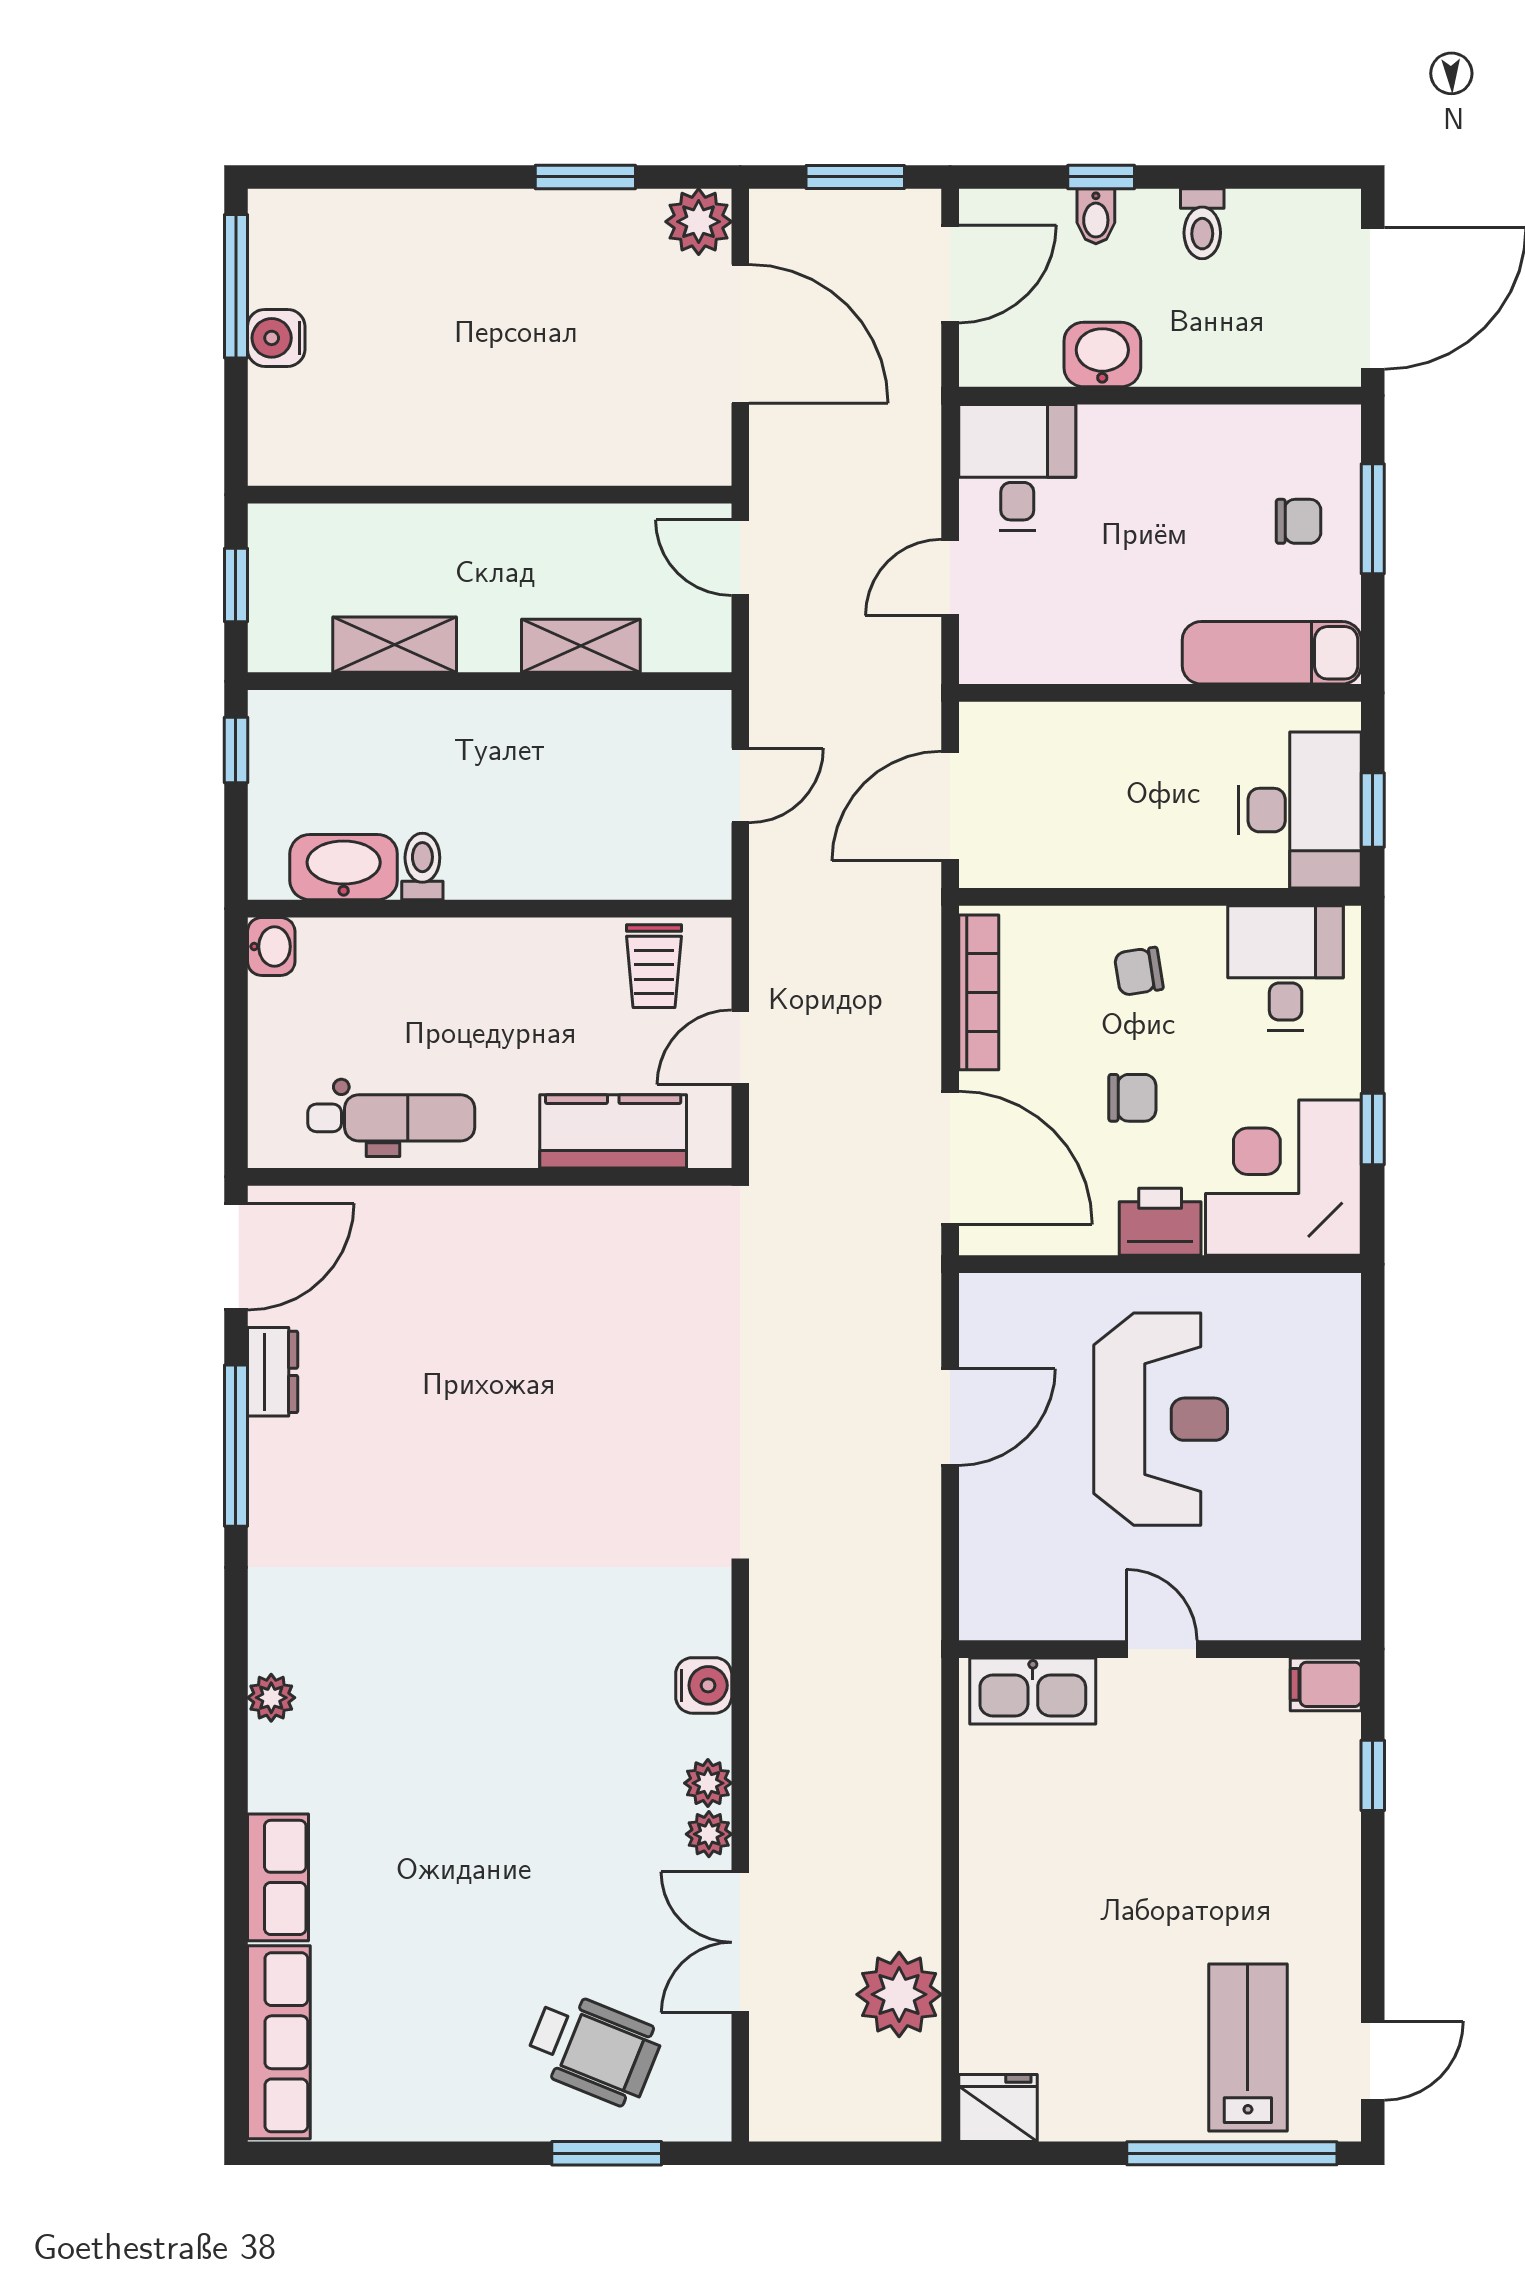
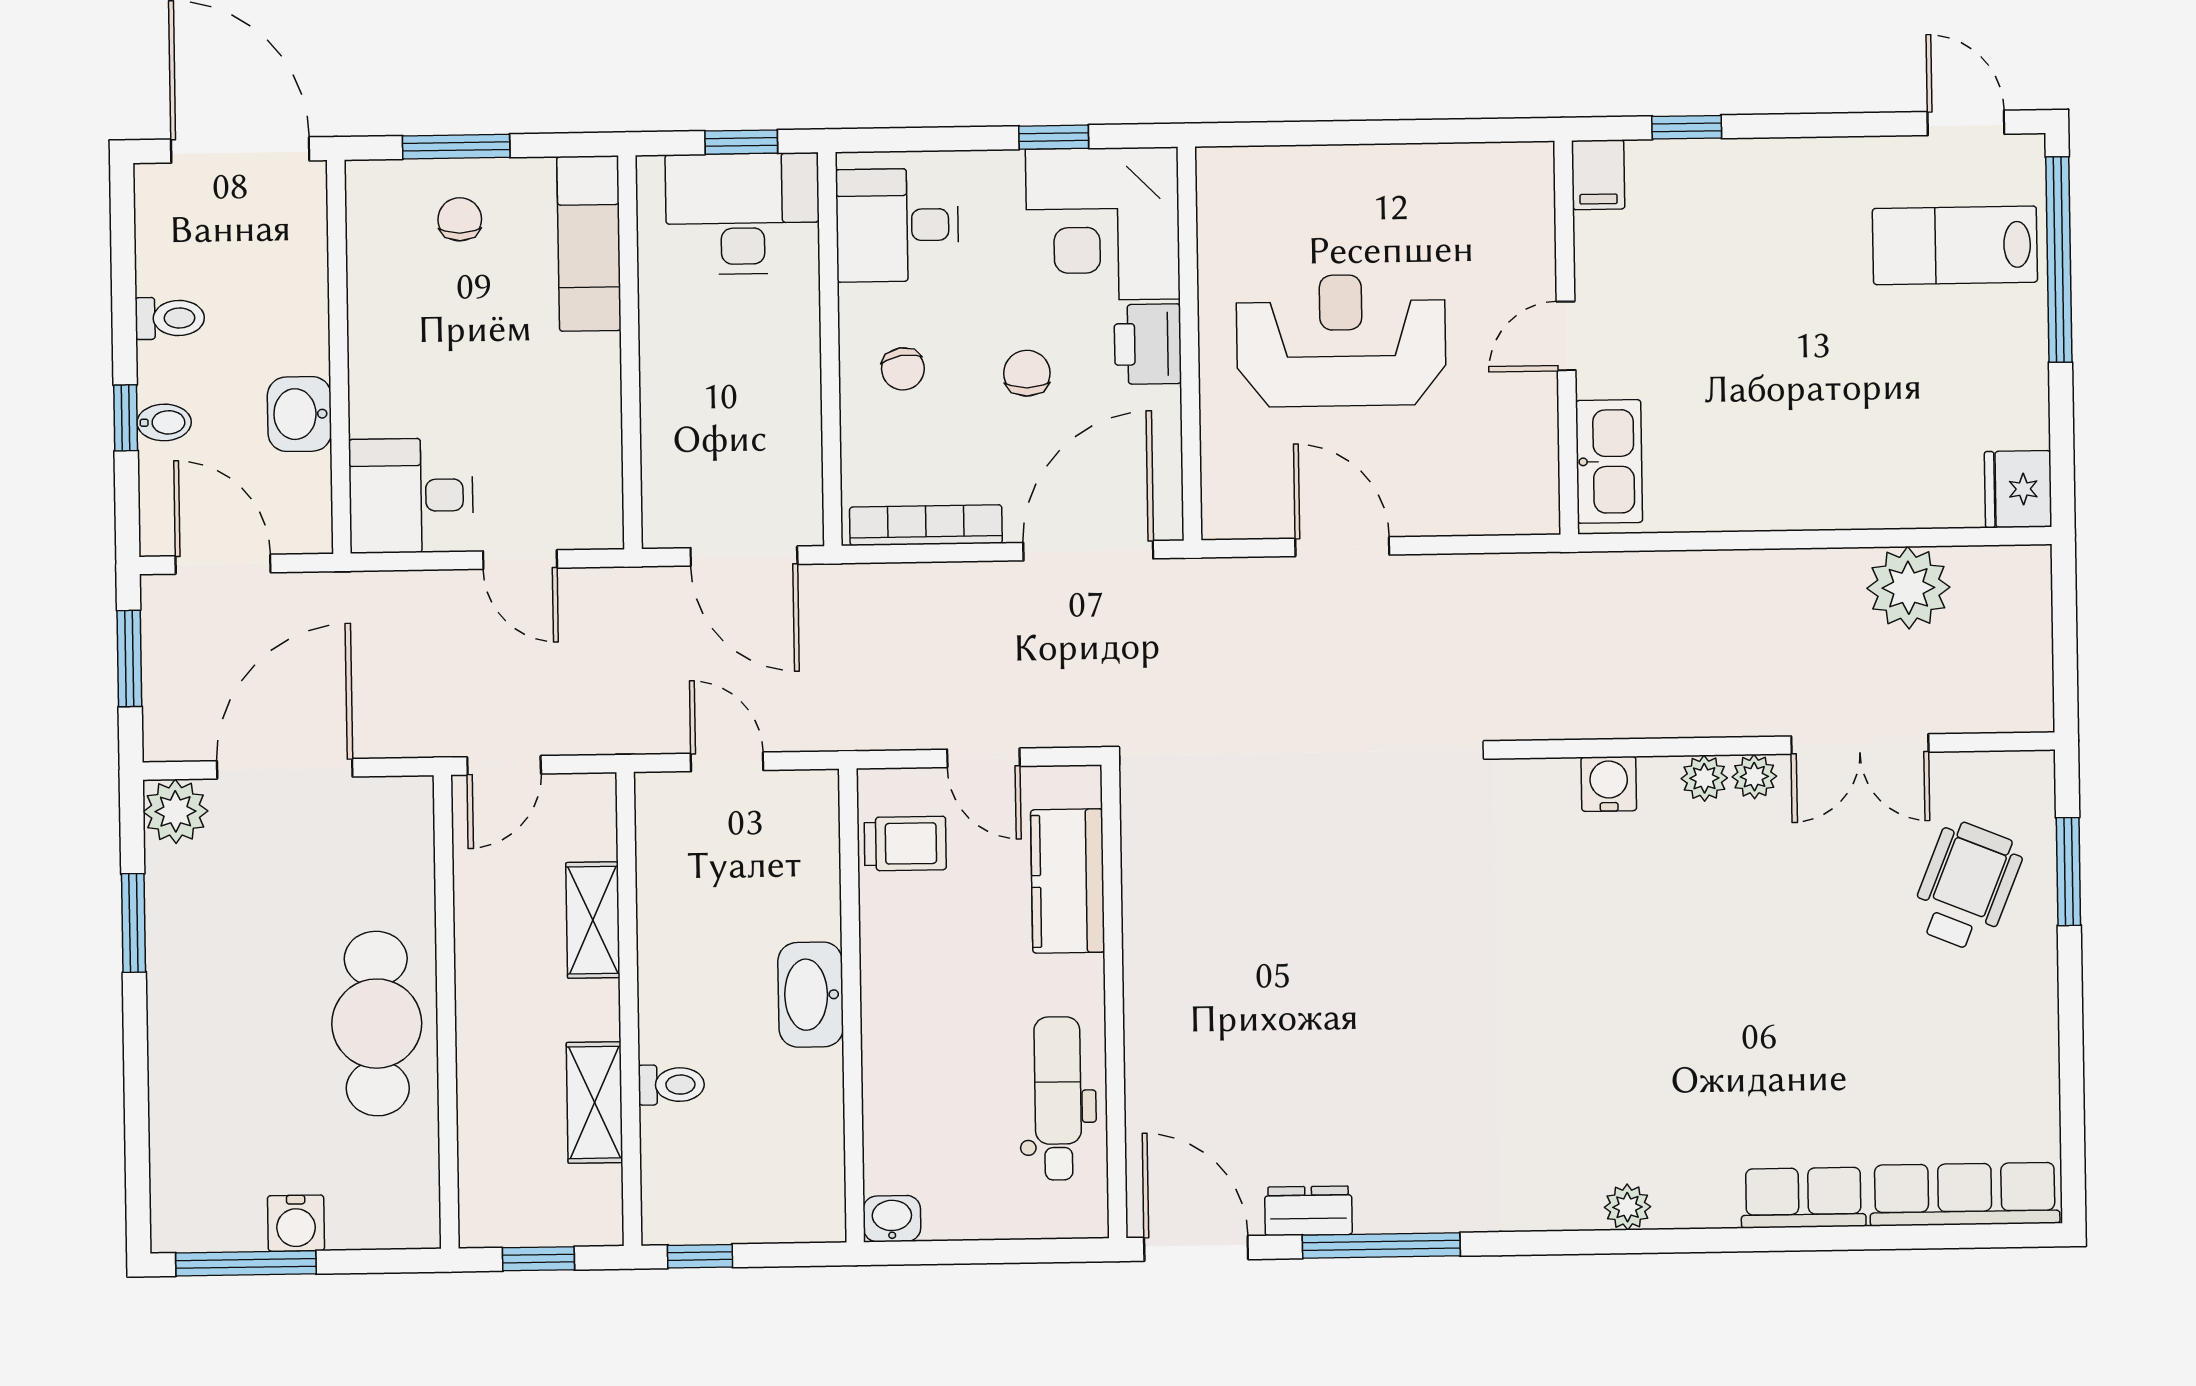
cafe table: (479, 424) -> (377, 1024), added
toilet: (422, 866) -> (671, 1085), moved, turned 180
washbasin: (344, 867) -> (811, 995), moved

